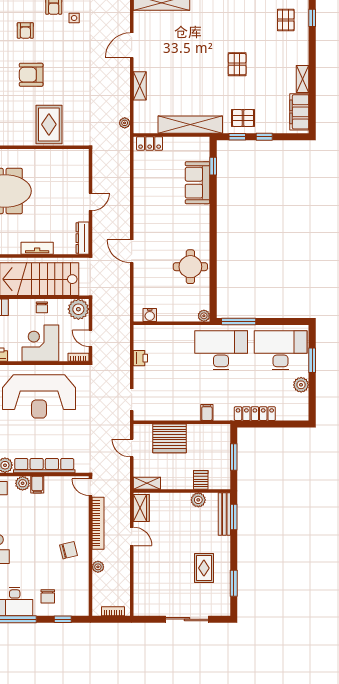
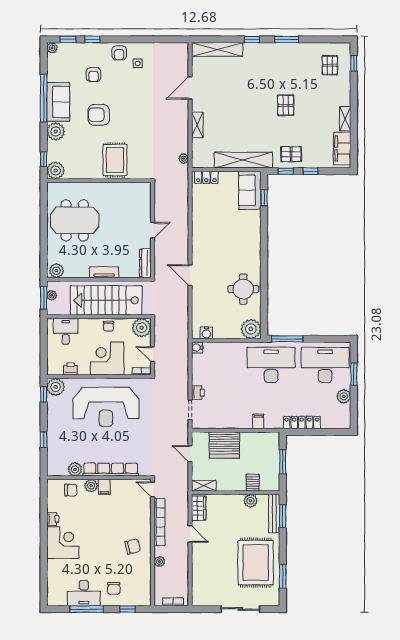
sofa: (198, 183) -> (250, 190), moved
plant: (204, 316) -> (251, 329), width x1.87, depth x1.87
water cooler: (139, 331) -> (197, 348), added
printer: (140, 358) -> (198, 393), moved
rug: (204, 568) -> (256, 563), width x1.86, depth x2.06

